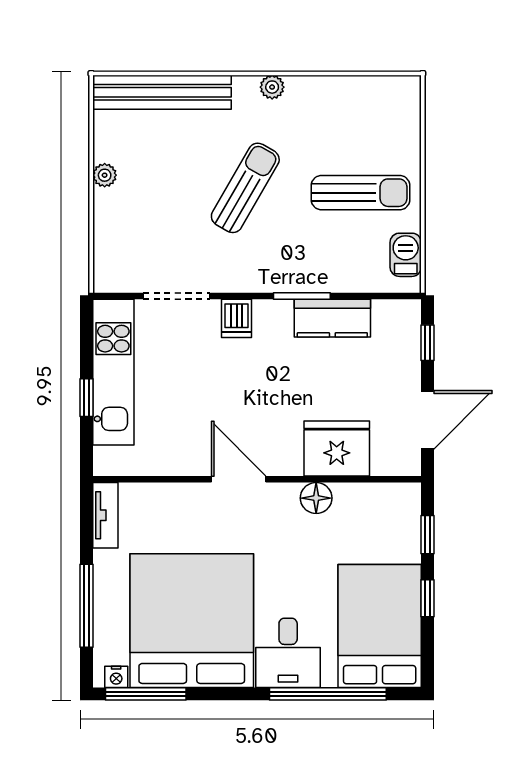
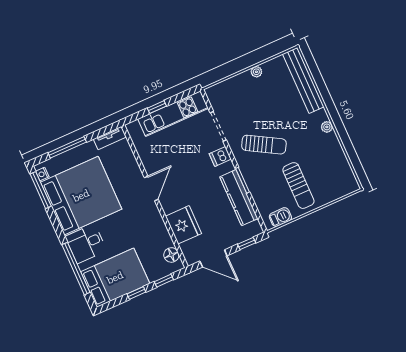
sun lounger: (245, 188) -> (264, 145), moved
kitchen counter: (332, 318) -> (239, 198), width x1.50
floor lamp: (316, 498) -> (171, 255), moved

